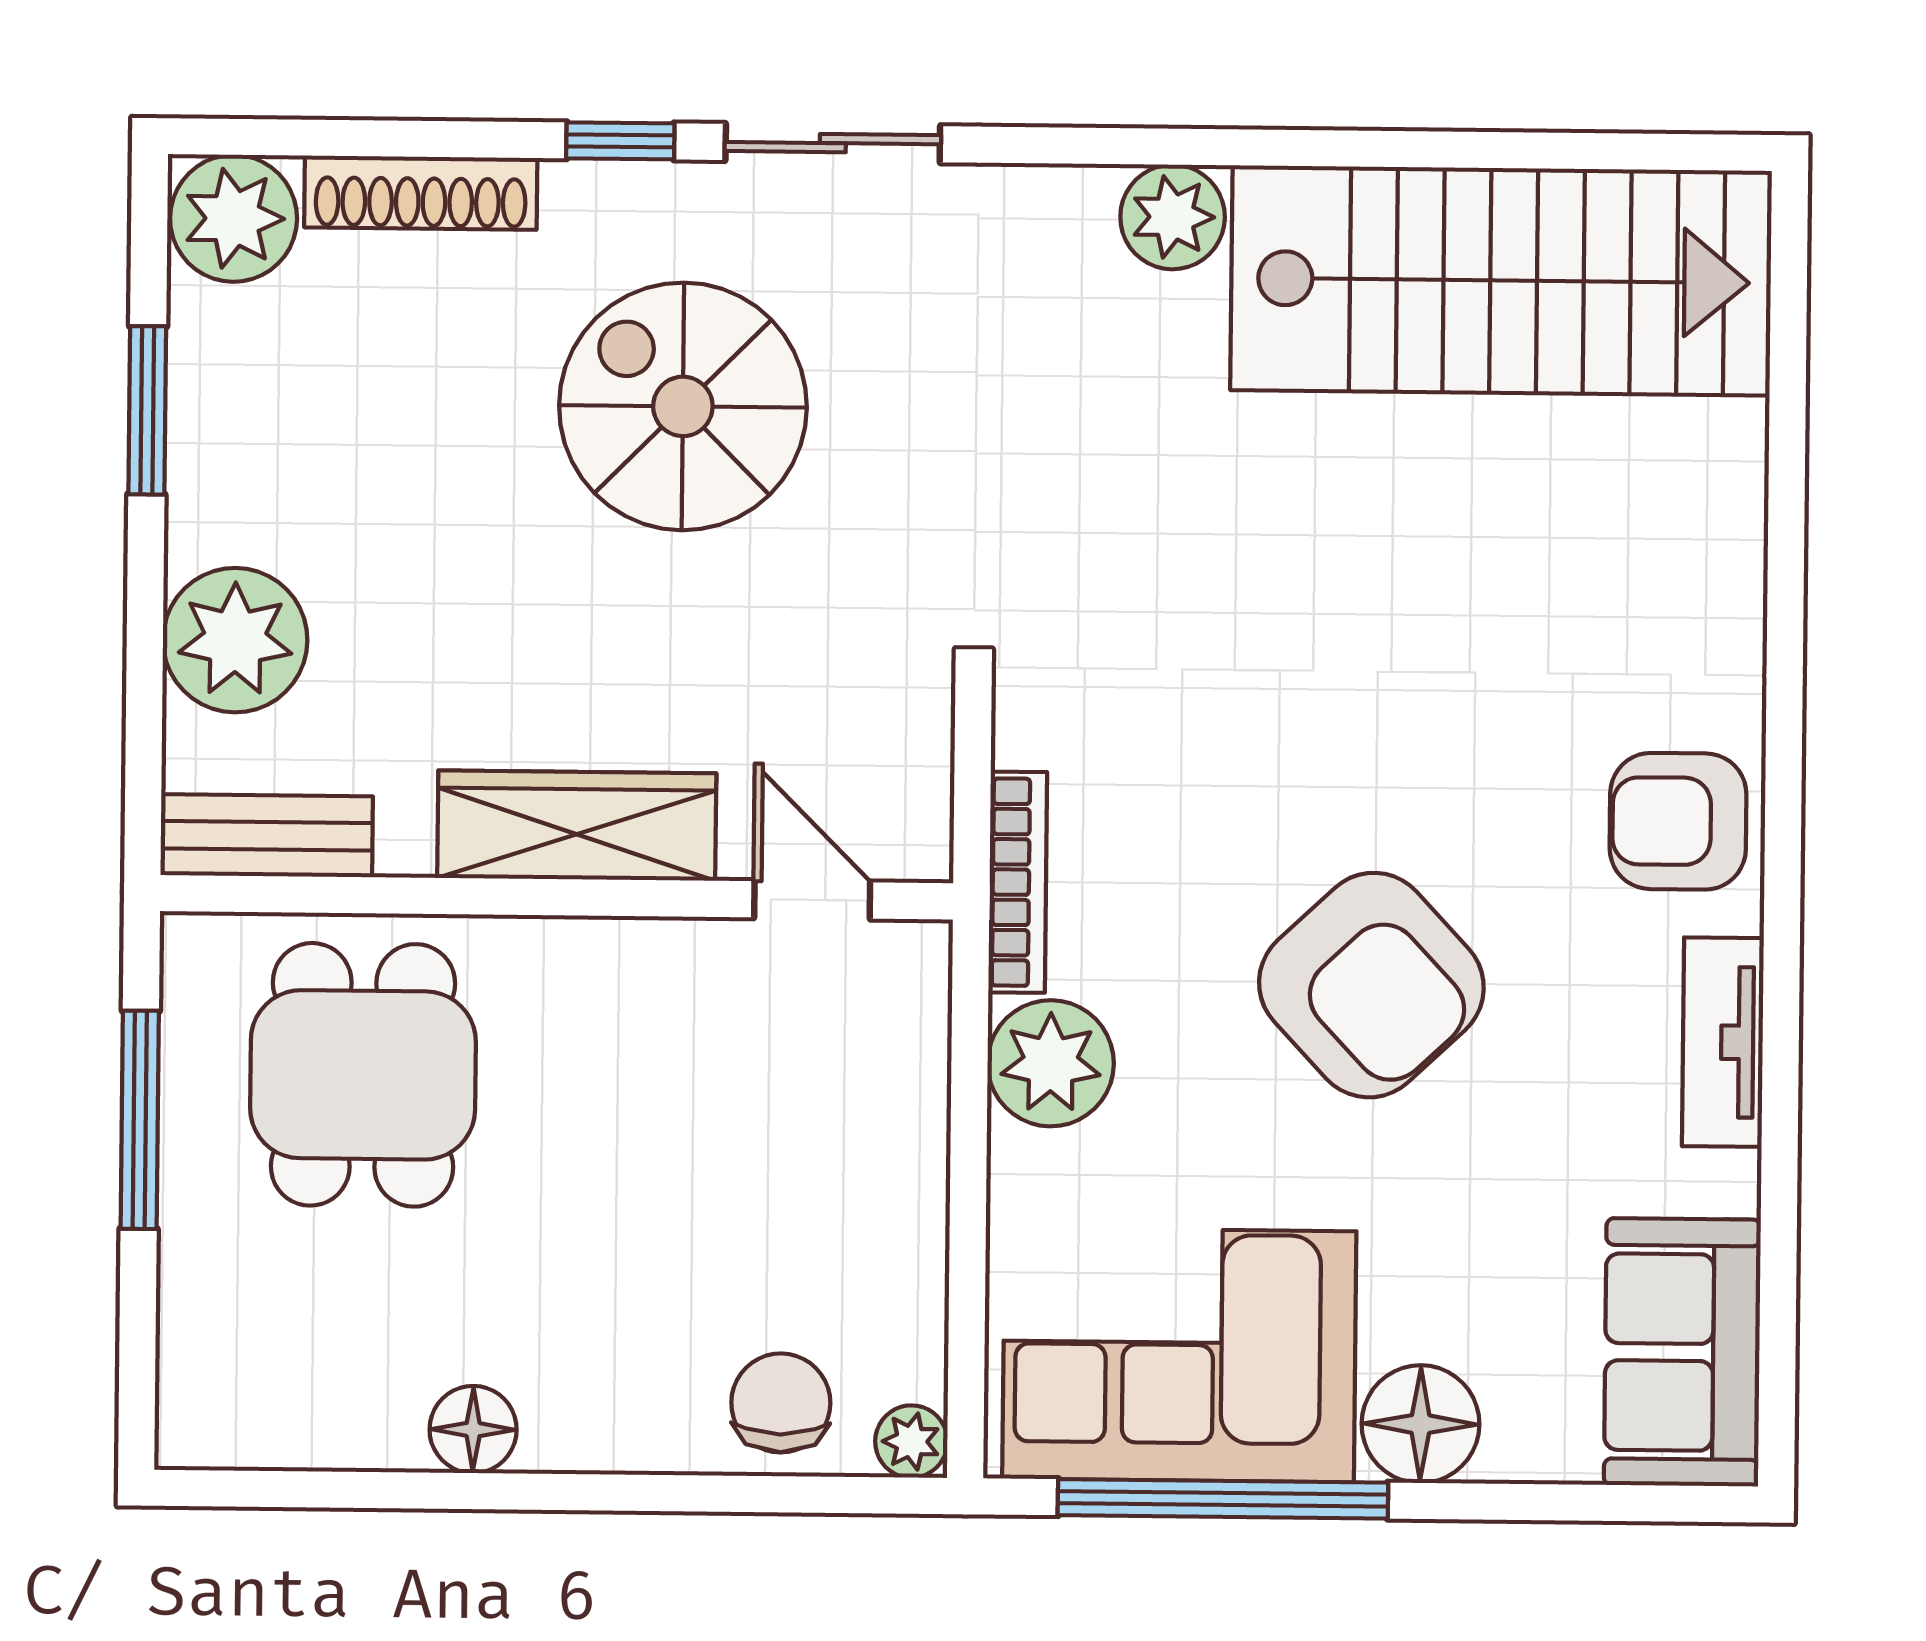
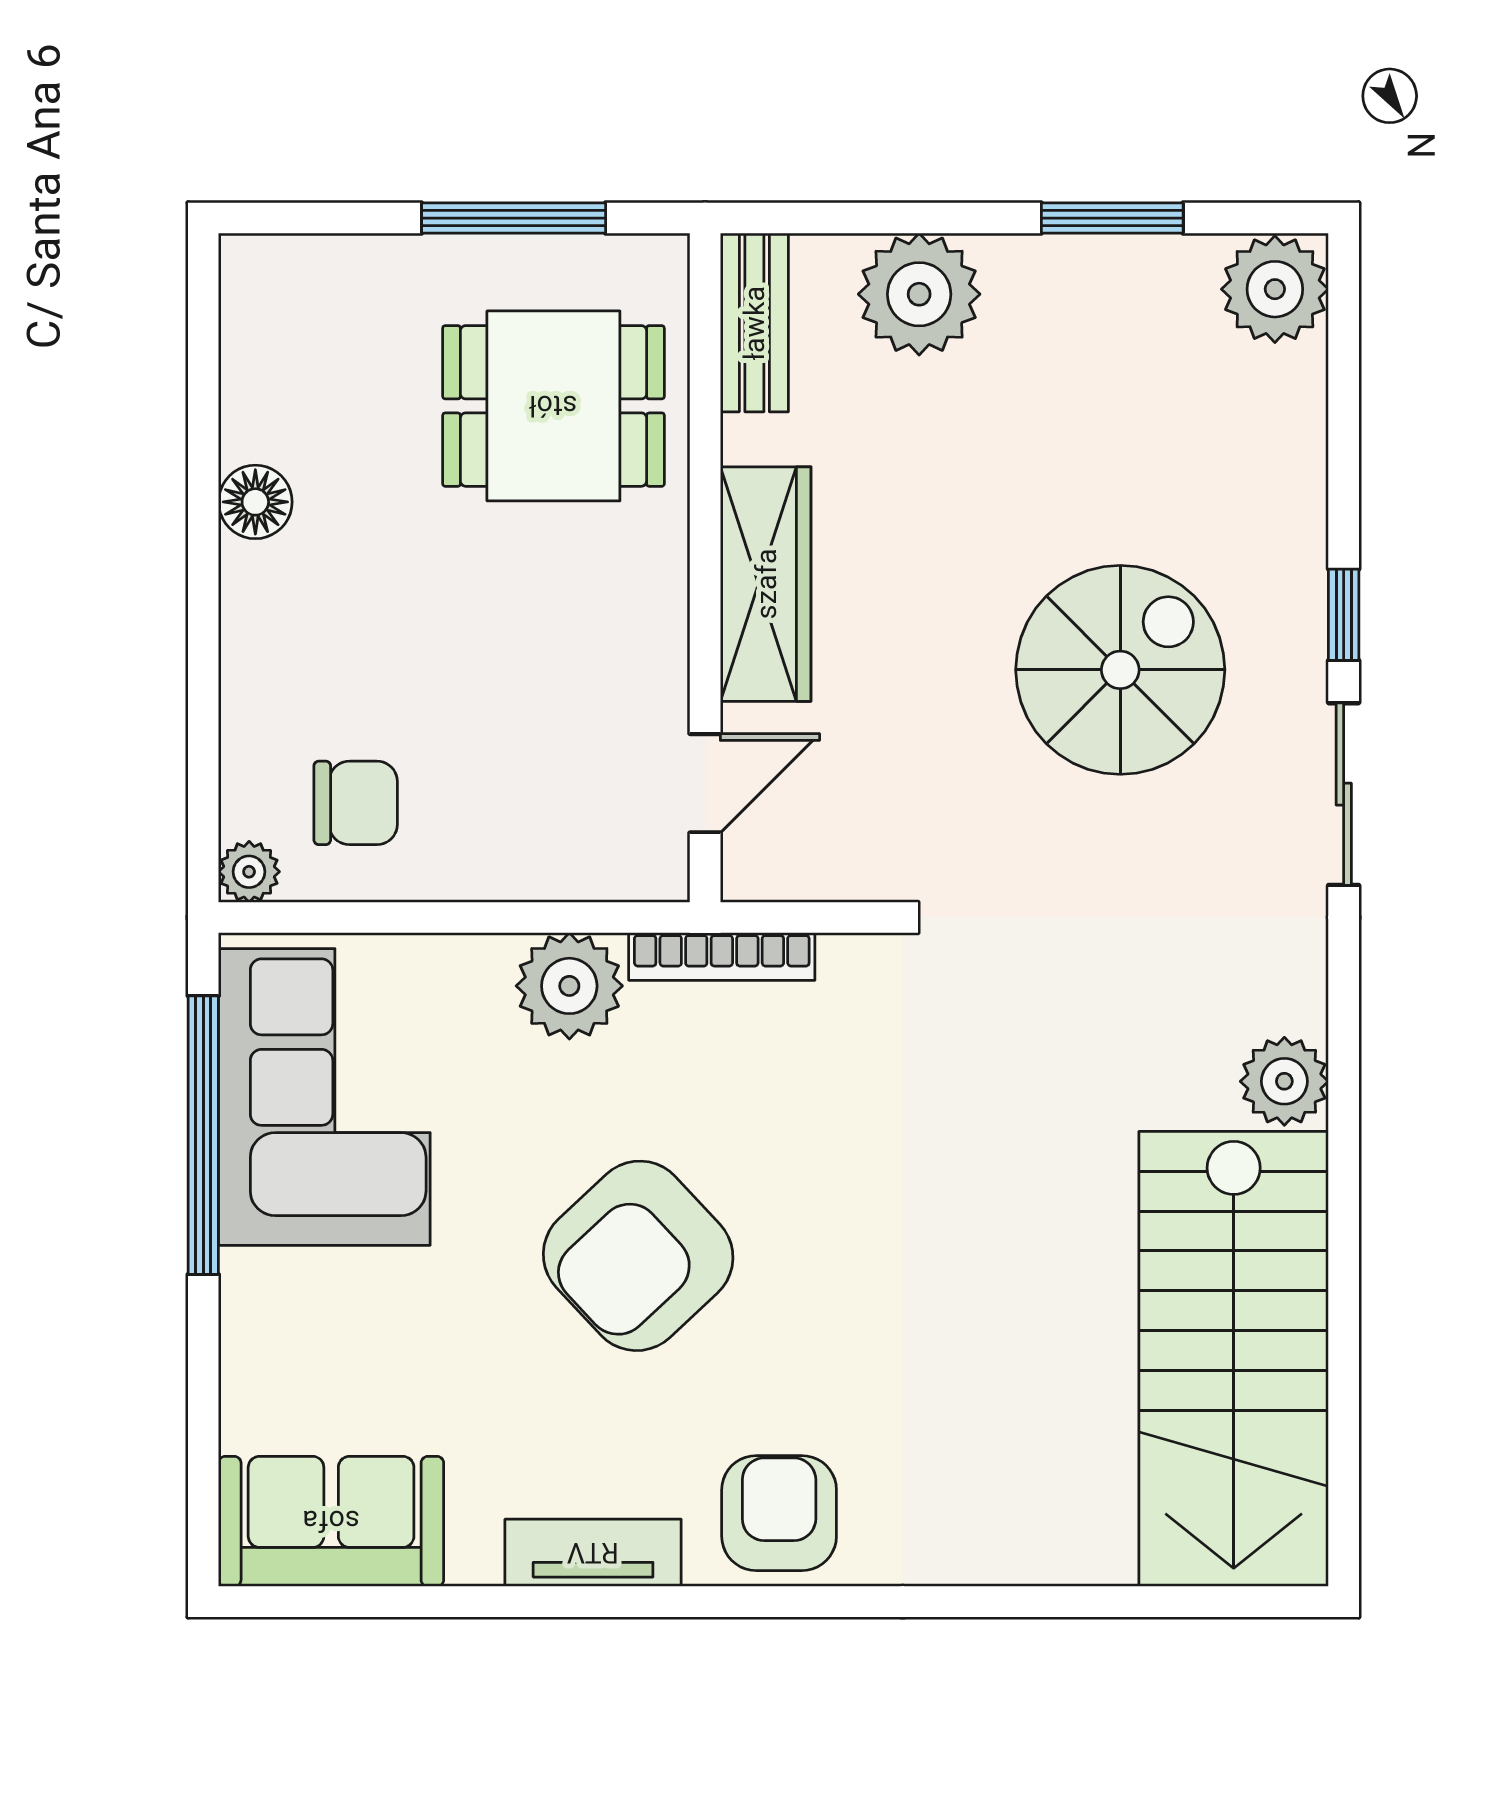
shoe rack: (421, 193) -> (1298, 447), removed
chair: (781, 1403) -> (356, 803), moved
floor lamp: (1421, 1424) -> (268, 1301), removed

